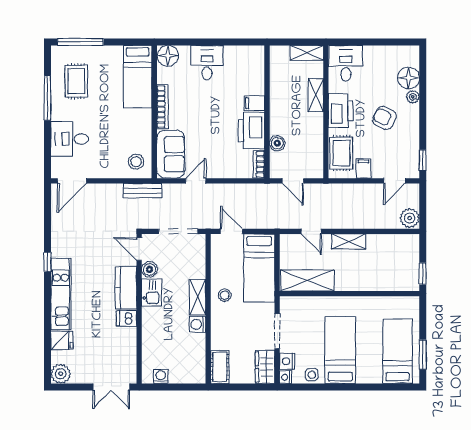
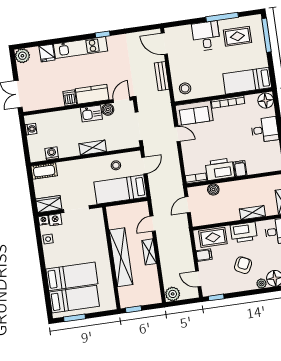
desk: (70, 139) -> (206, 36), moved
bench: (143, 191) -> (162, 76), moved
shelving: (307, 280) -> (121, 257), moved, width x1.47
stool: (225, 295) -> (116, 165), moved
washing machine: (198, 324) -> (52, 153), moved
bed: (340, 350) -> (72, 276), moved

